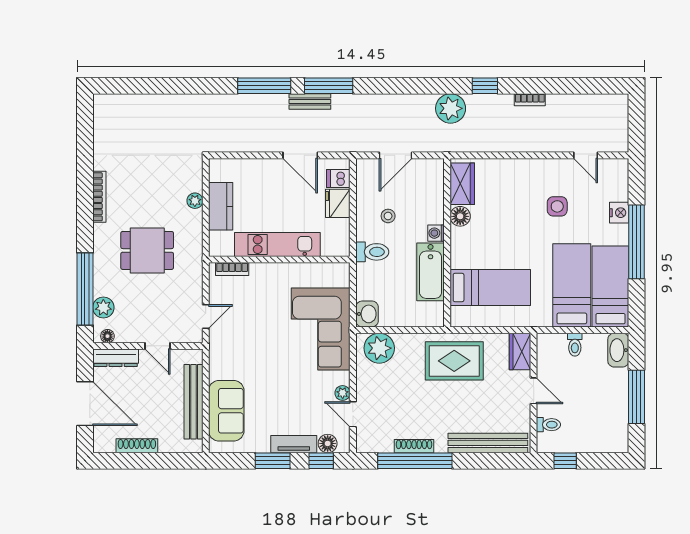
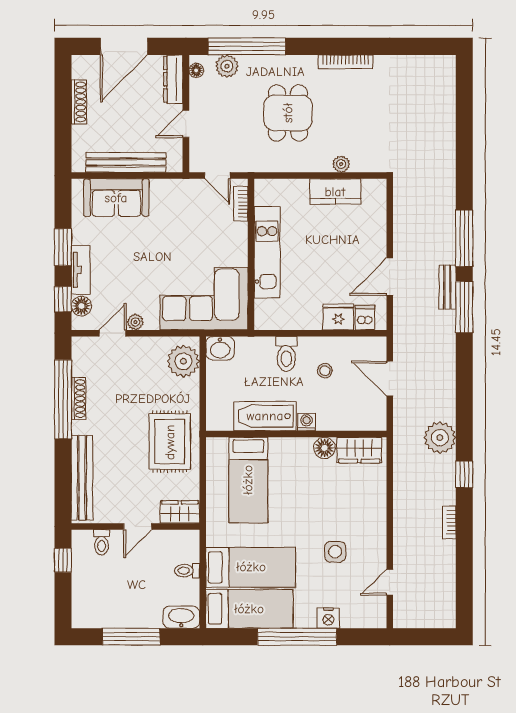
kitchen unit: (277, 244) -> (267, 252), moved
wall: (279, 259) -> (251, 254), moved
bookcase: (232, 269) -> (241, 204), moved

